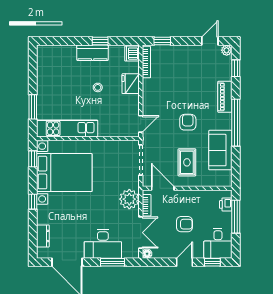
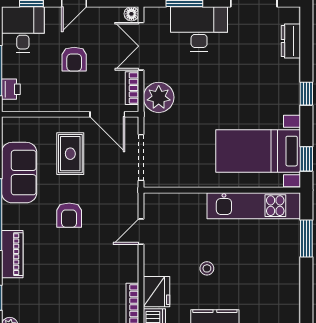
fridge: (131, 84) -> (157, 292), moved
door: (141, 124) -> (141, 232), moved
bed with nightstands: (64, 173) -> (258, 151), width x0.73
armchair: (184, 224) -> (74, 59), turned -90

